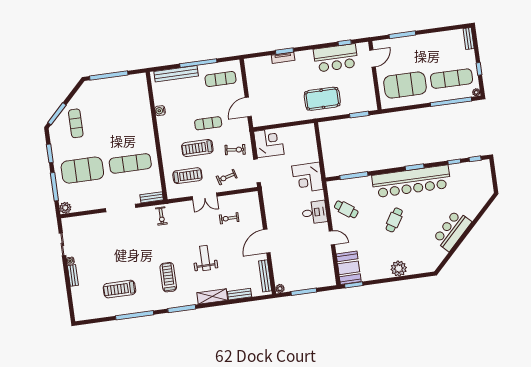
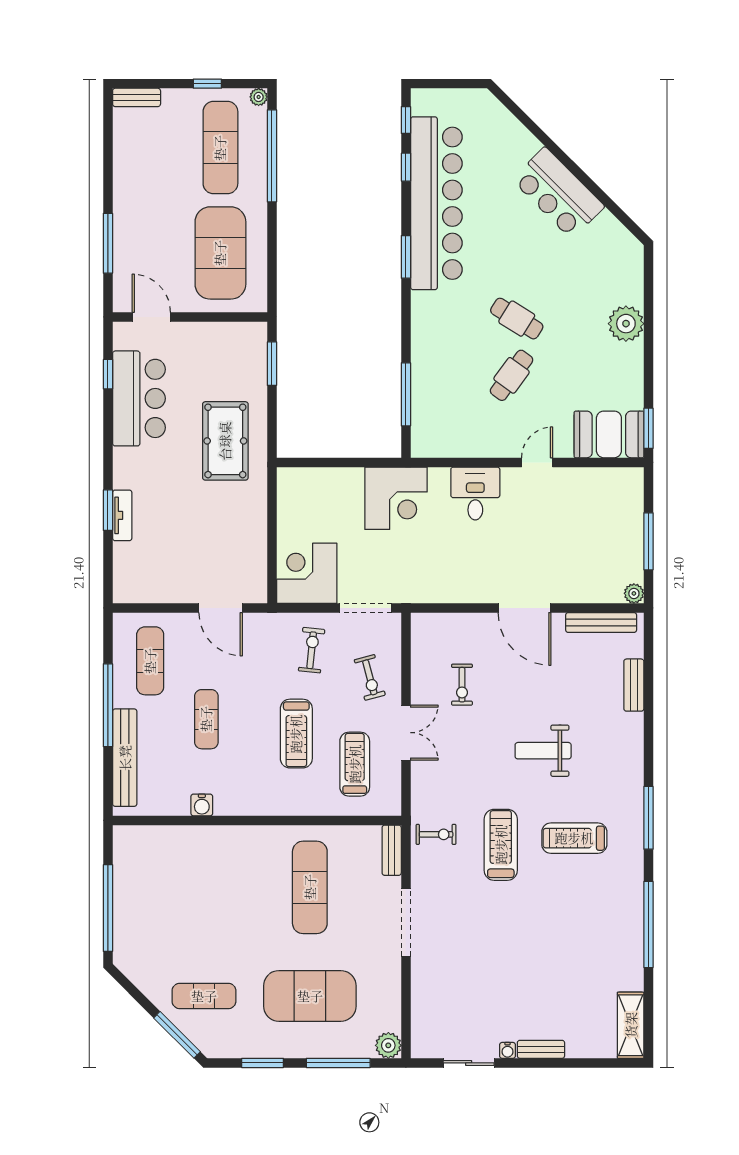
exercise mat: (208, 123) -> (206, 719), moved
exercise mat: (82, 170) -> (310, 996), turned 90
bar counter: (411, 181) -> (436, 203), moved
cafe table: (346, 209) -> (512, 375), moved
treadmill: (119, 289) -> (501, 845), moved, turned 180
shelving: (212, 296) -> (631, 1025), moved

